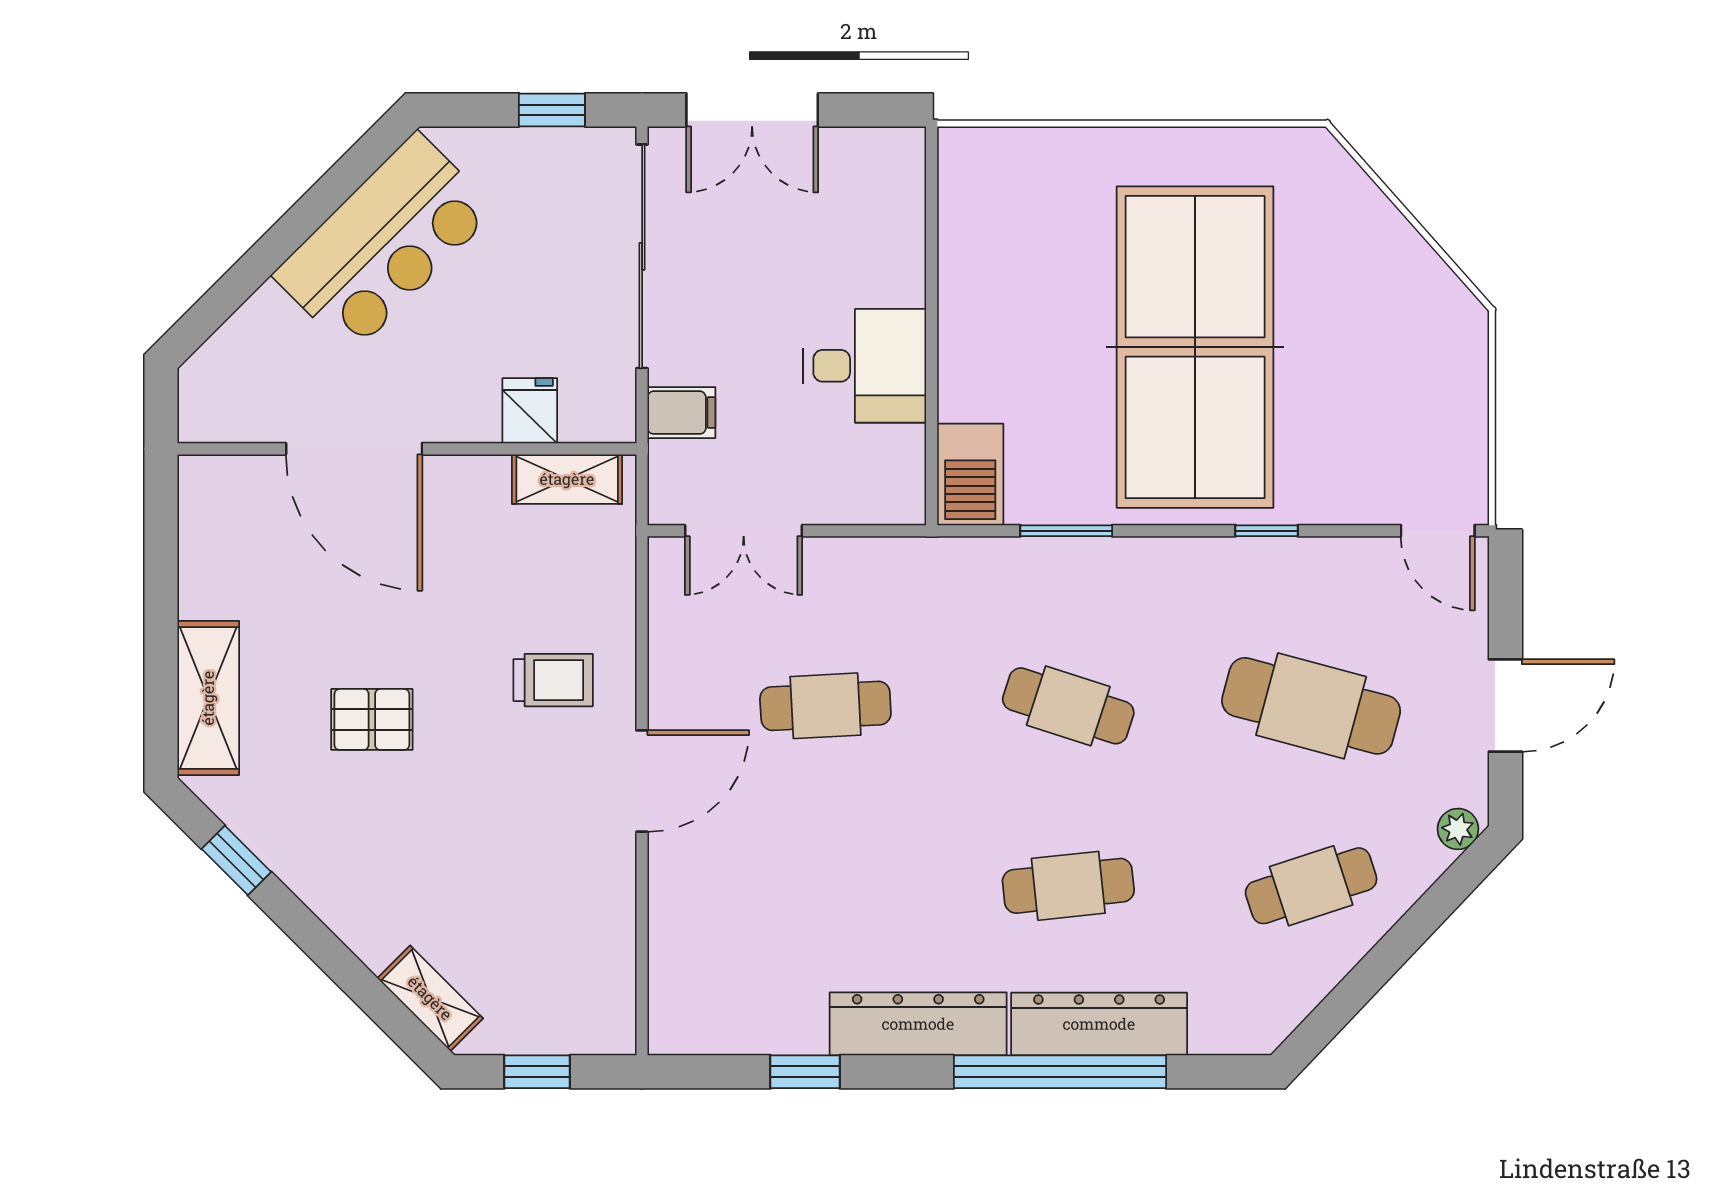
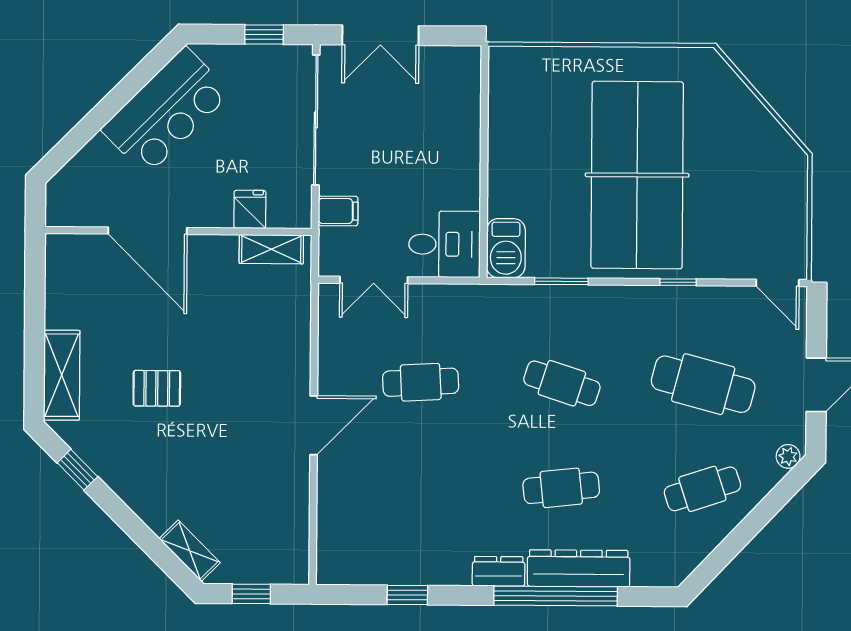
desk: (865, 366) -> (445, 244), moved
trolley: (553, 680) -> (262, 366), removed
dresser: (918, 1024) -> (499, 571), width x0.51, depth x0.80

